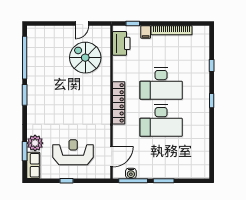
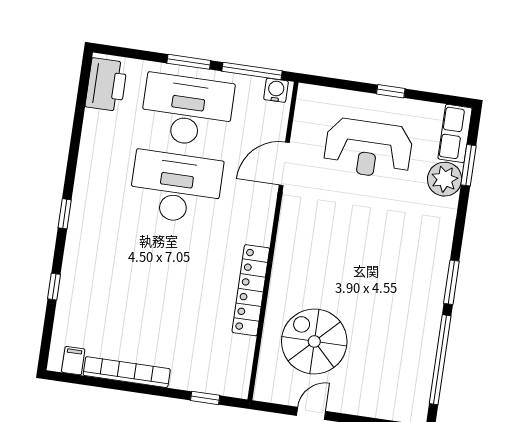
filing cabinet: (146, 32) -> (73, 361), moved
printer: (121, 43) -> (106, 85), moved, turned 180
spiral stairs: (85, 58) -> (314, 341), turned 180
desk: (161, 84) -> (187, 110), moved
locker: (119, 103) -> (251, 290), moved
door: (112, 157) -> (284, 164), moved
water cooler: (131, 173) -> (276, 90), moved

